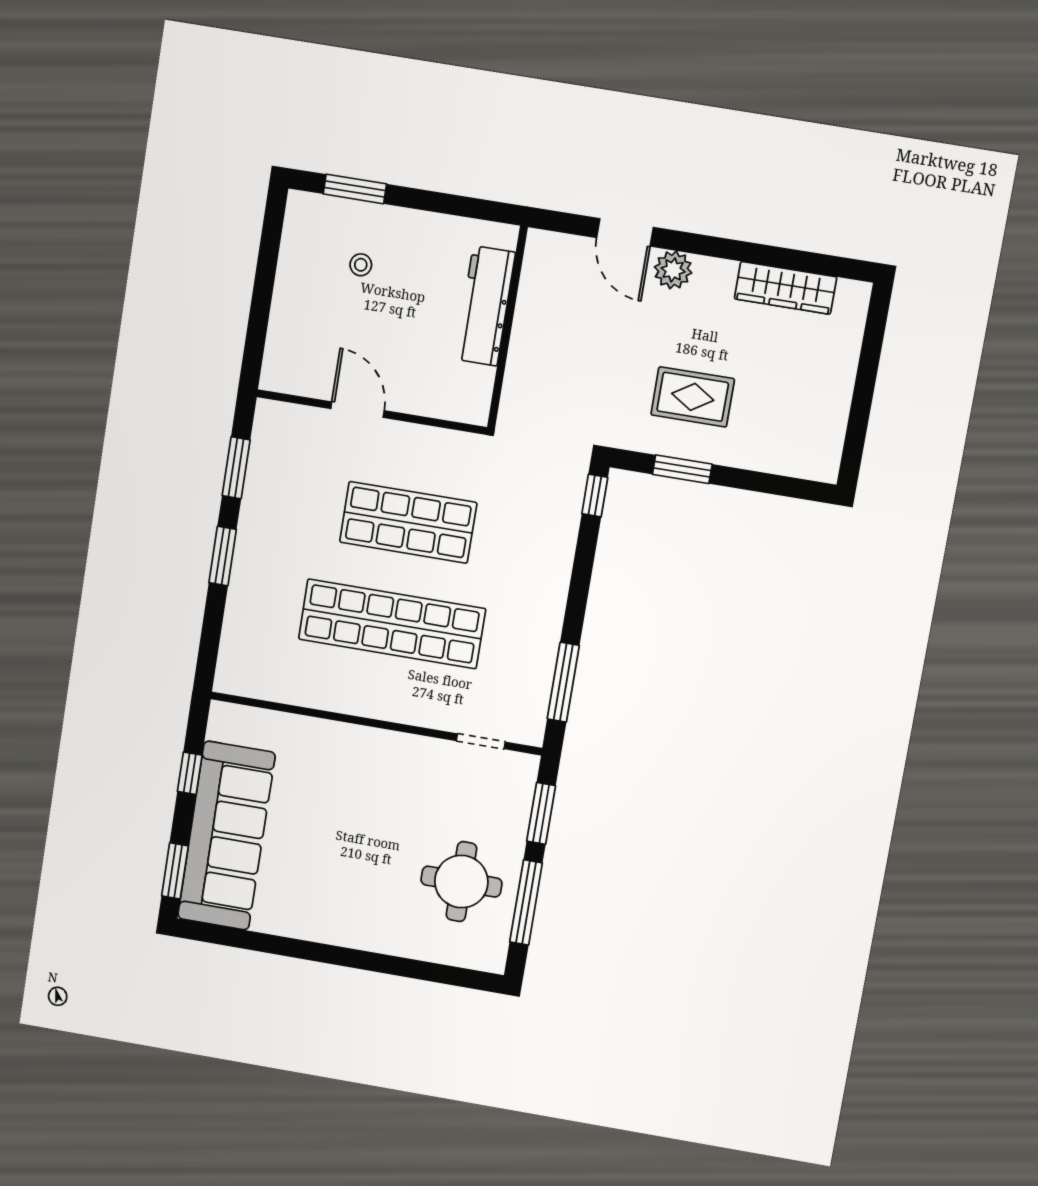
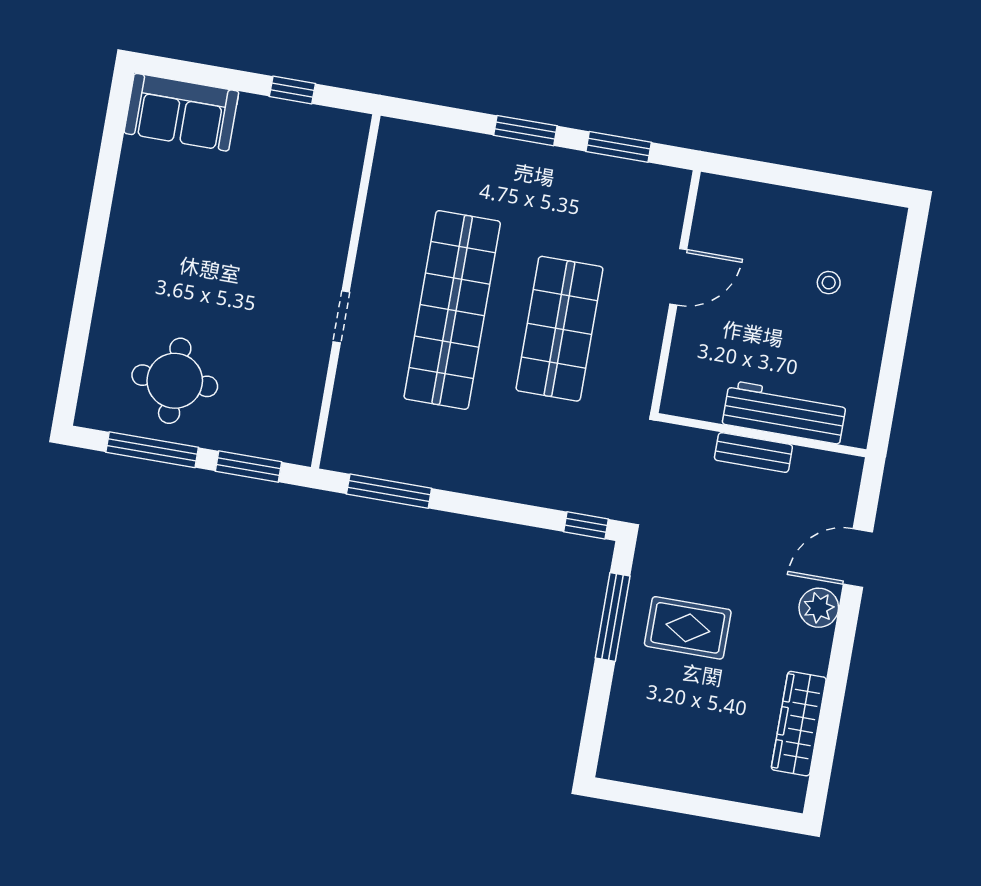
window: (355, 189) -> (907, 278), removed
bench: (524, 335) -> (753, 452), added
rug: (693, 397) -> (688, 628), turned 90
window: (682, 469) -> (613, 617), width x1.44
doorway: (481, 741) -> (341, 317), moved
sofa: (226, 836) -> (181, 112), width x0.54, depth x0.79
window: (175, 871) -> (186, 71), removed

